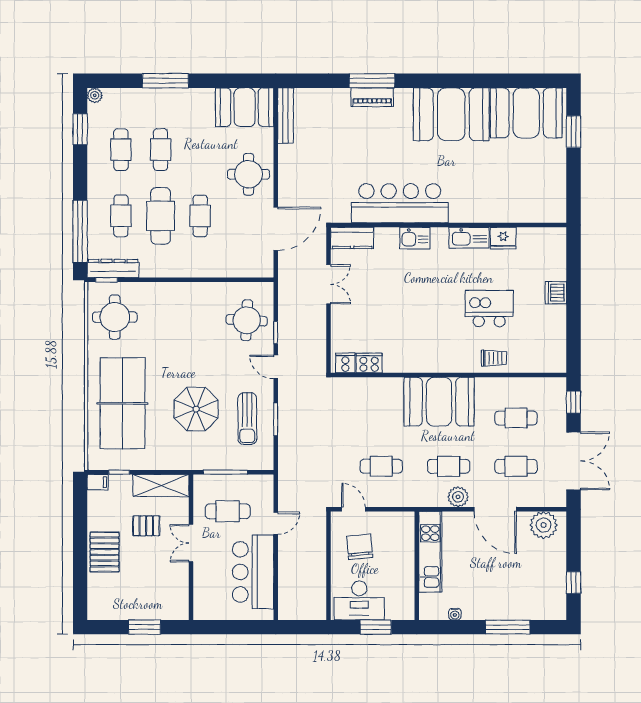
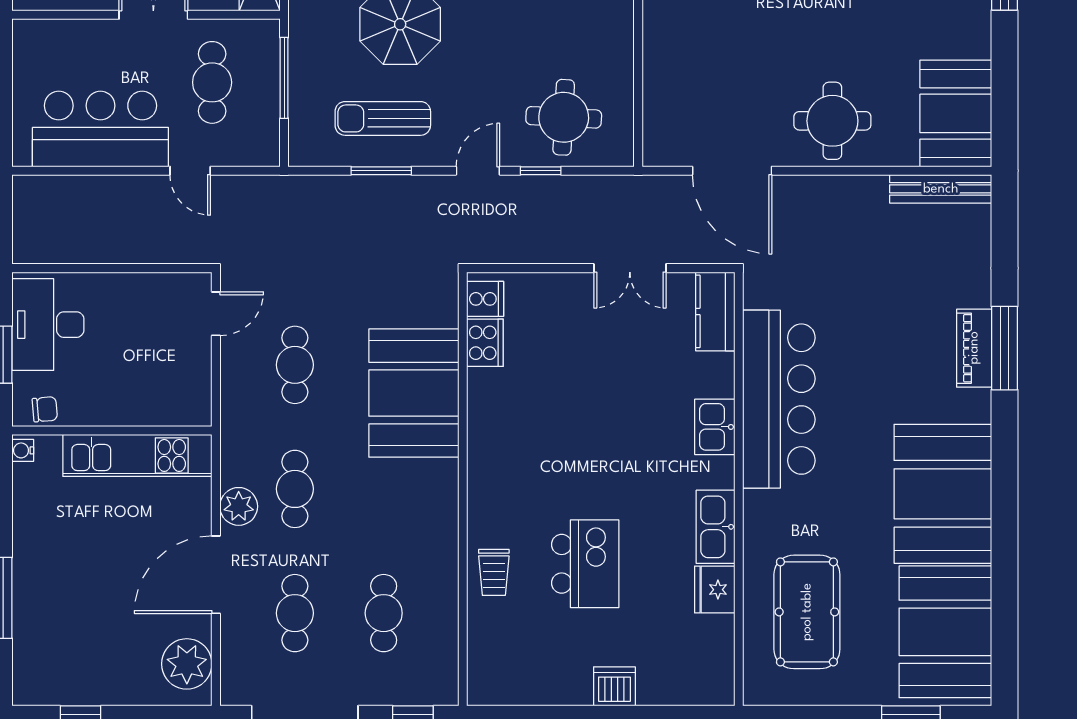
pool table: (515, 188) -> (807, 612), added
cafe table: (200, 216) -> (756, 32), removed
booth: (439, 402) -> (414, 393), moved
chair: (360, 547) -> (45, 409), moved, width x0.54, depth x0.54
water cooler: (455, 614) -> (23, 450), moved

